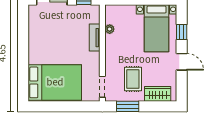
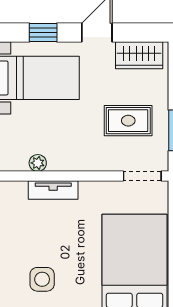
side table: (45, 31) -> (42, 279), added
wardrobe: (158, 94) -> (139, 55), moved, turned -90

